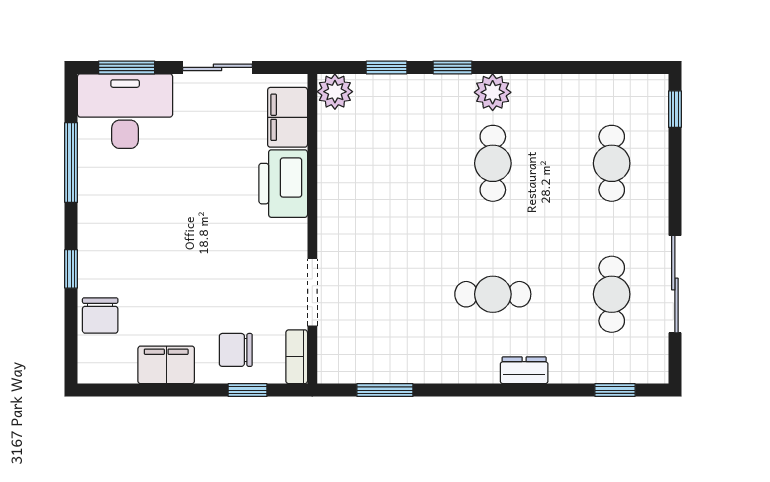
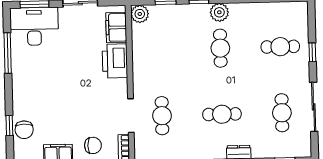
window: (675, 109) -> (312, 52), moved
cafe table: (612, 163) -> (280, 47), turned 90
window: (71, 269) -> (9, 125), moved
cafe table: (374, 294) -> (162, 116), added
chair: (236, 350) -> (93, 145), turned 180

